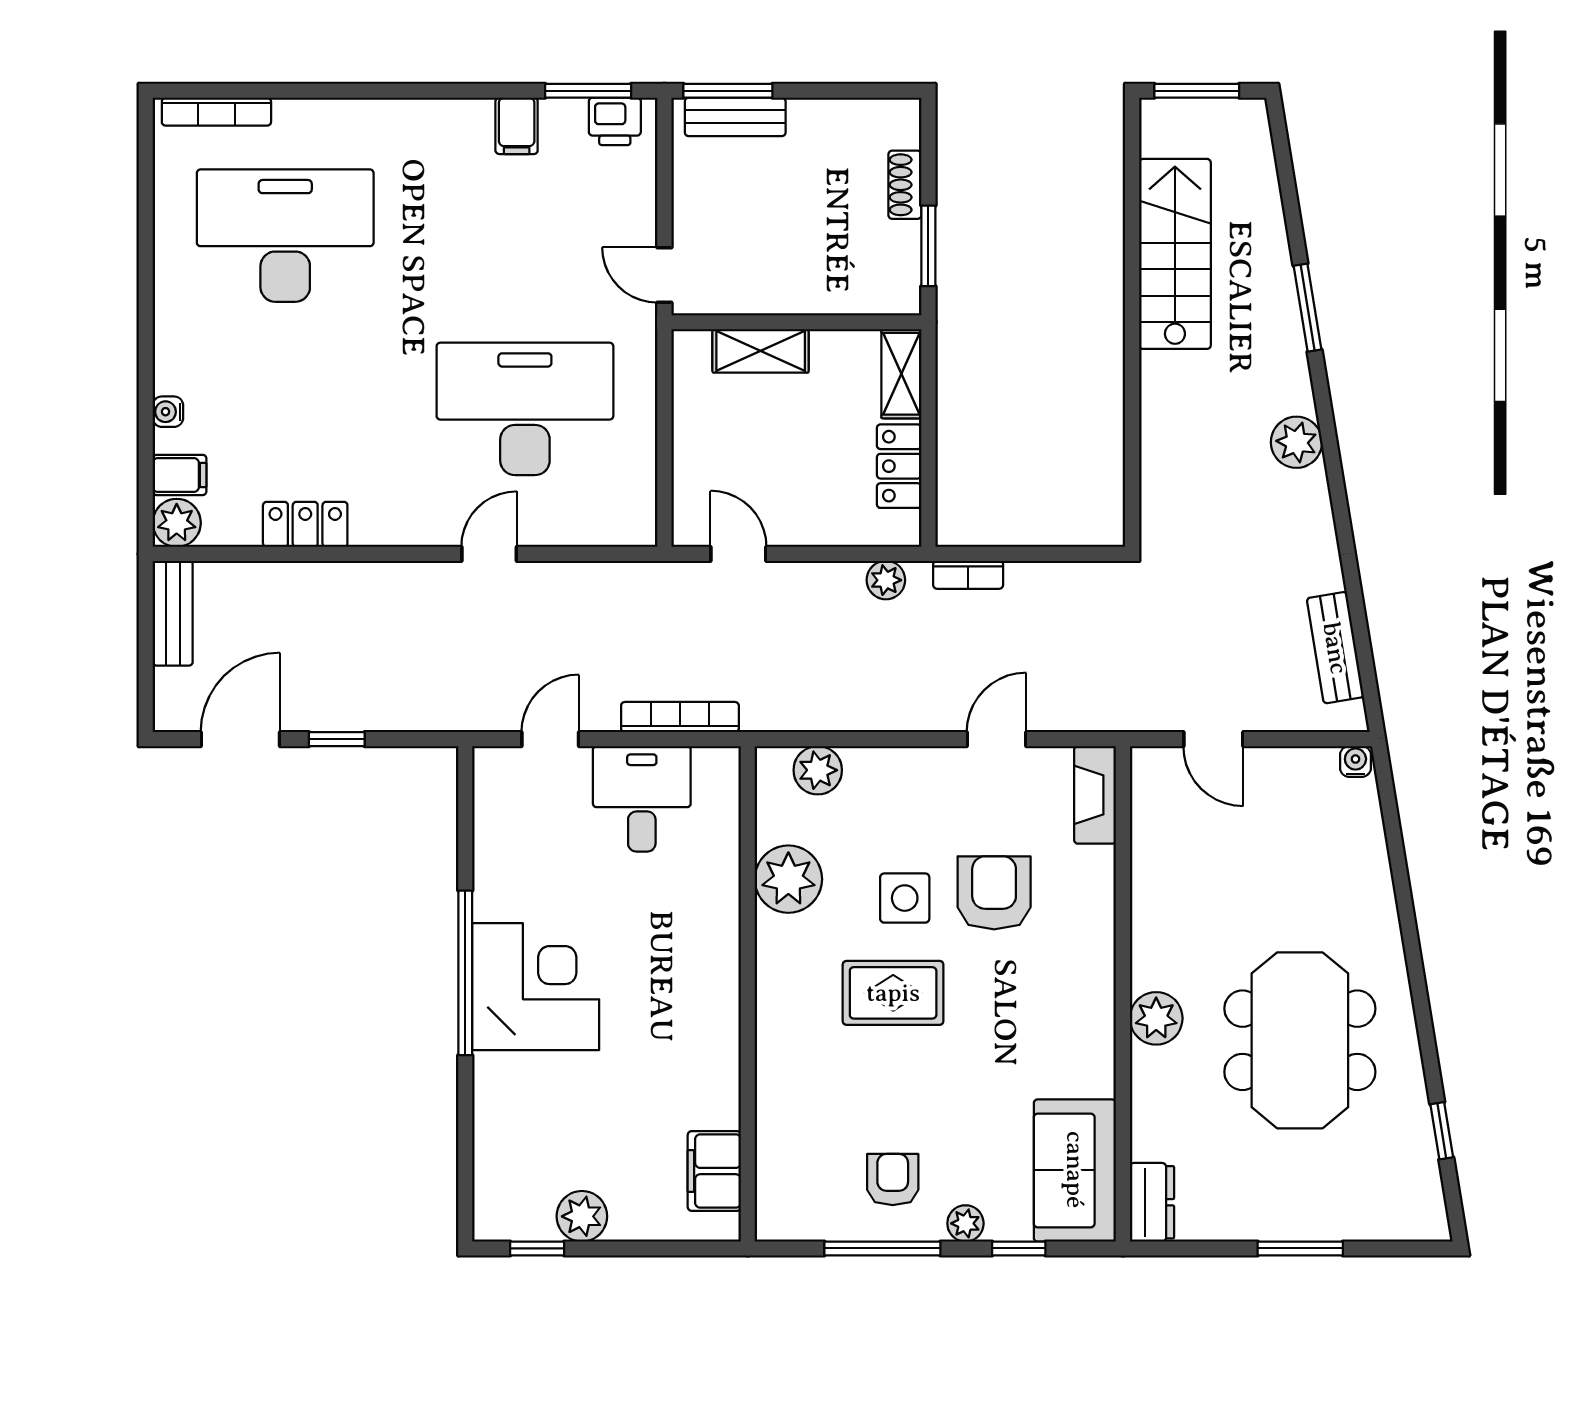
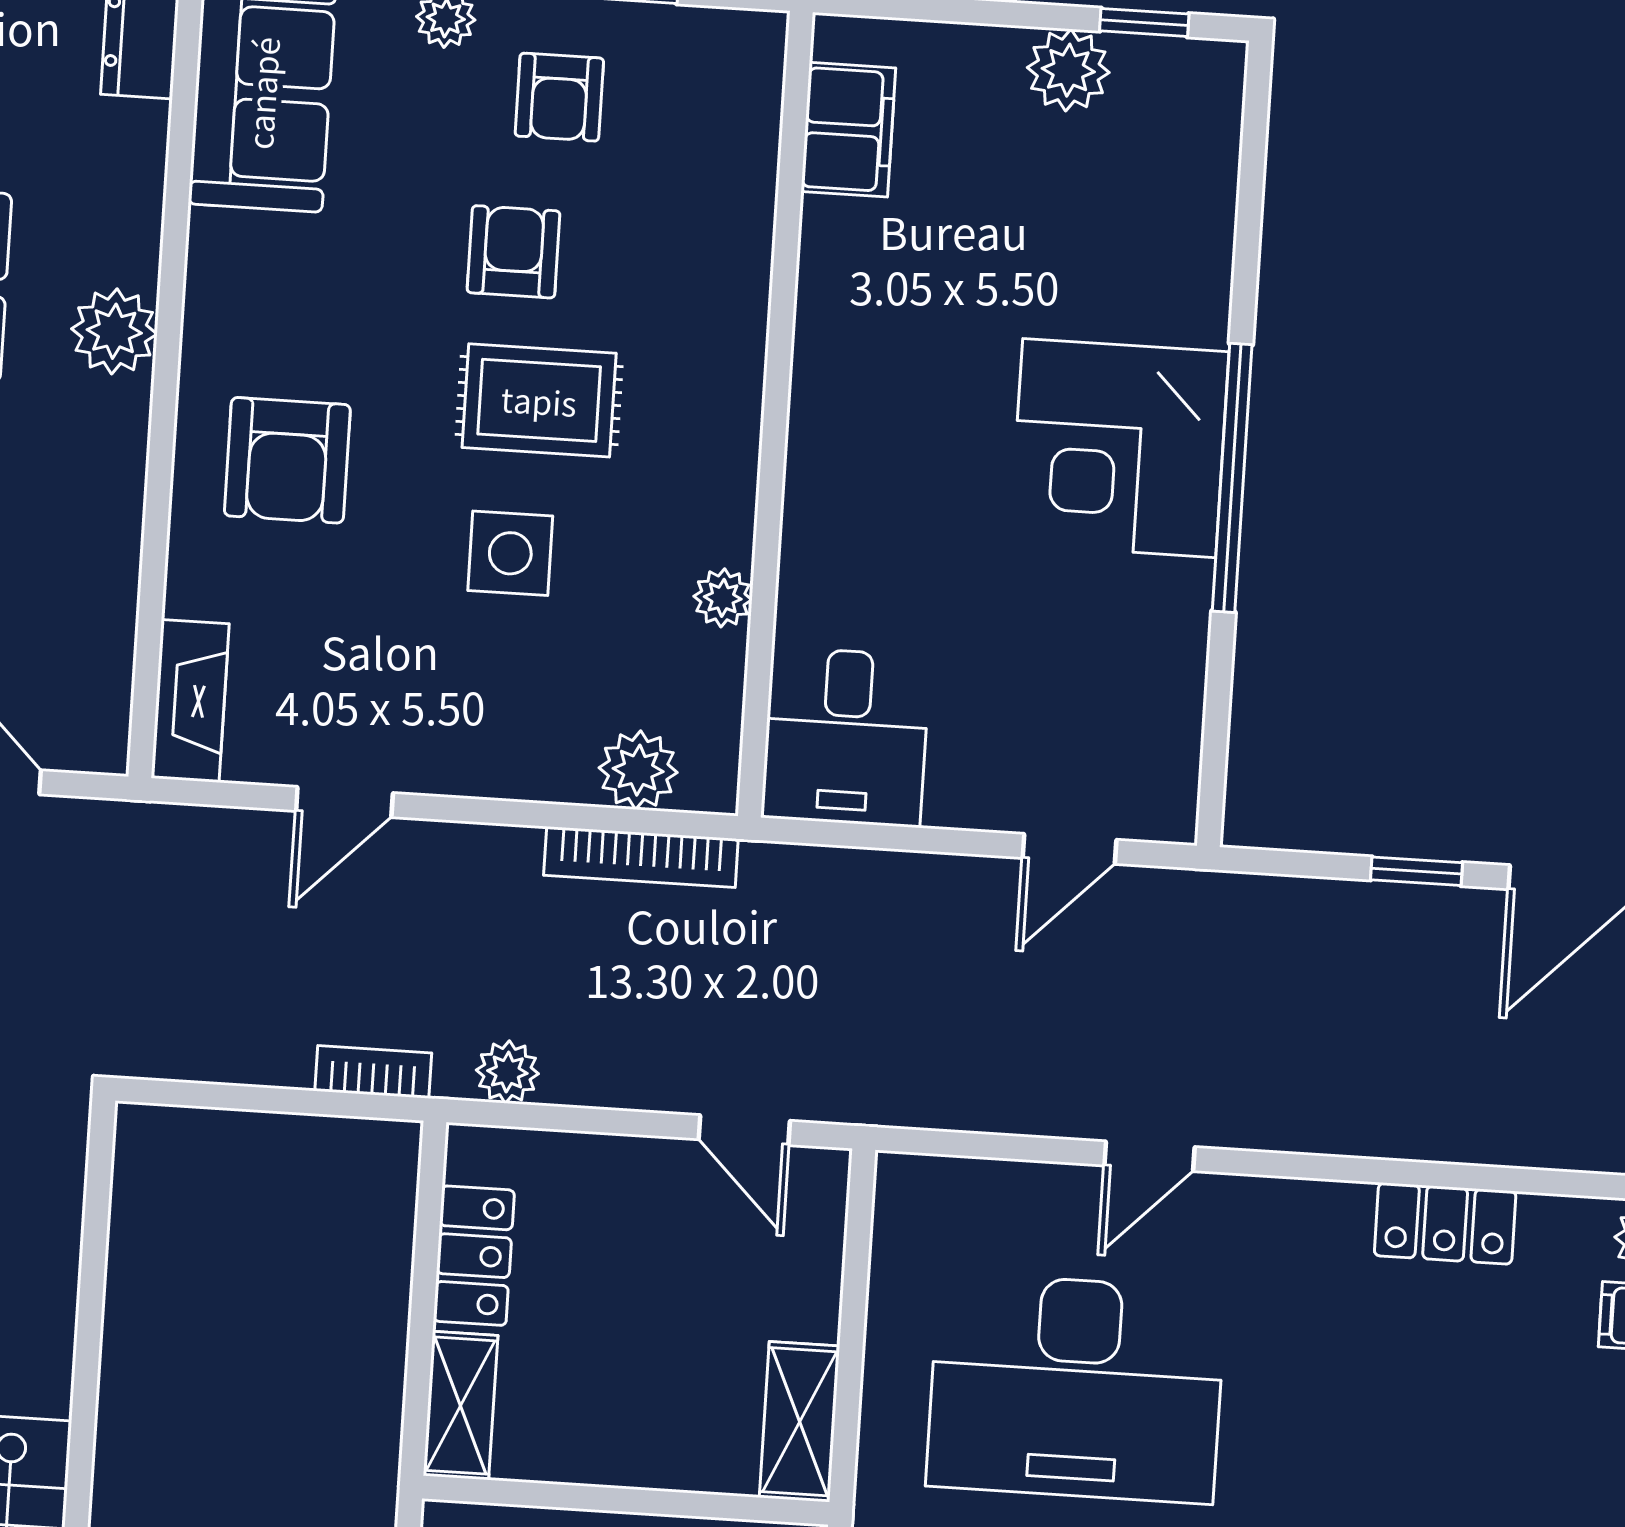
shelving: (761, 351) -> (800, 1422), moved, turned 90
bookcase: (680, 717) -> (641, 857), moved
desk: (642, 799) -> (846, 737), moved
plant: (788, 879) -> (723, 598), width x0.53, depth x0.53
armchair: (994, 893) -> (287, 460), moved
armchair: (915, 1083) -> (513, 252), added

